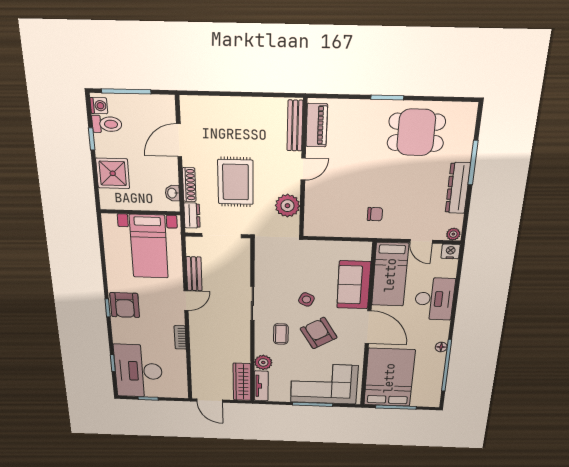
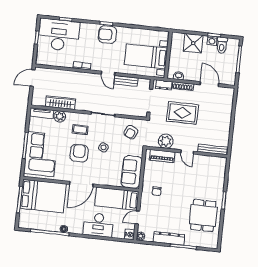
washing machine: (99, 106) -> (212, 41), moved
piano: (317, 125) -> (162, 156), moved
armchair: (277, 261) -> (131, 132), added
sofa: (354, 285) -> (132, 172), moved, turned -90
armchair: (319, 333) -> (79, 153), turned -59
wardrobe: (242, 382) -> (61, 103), moved

